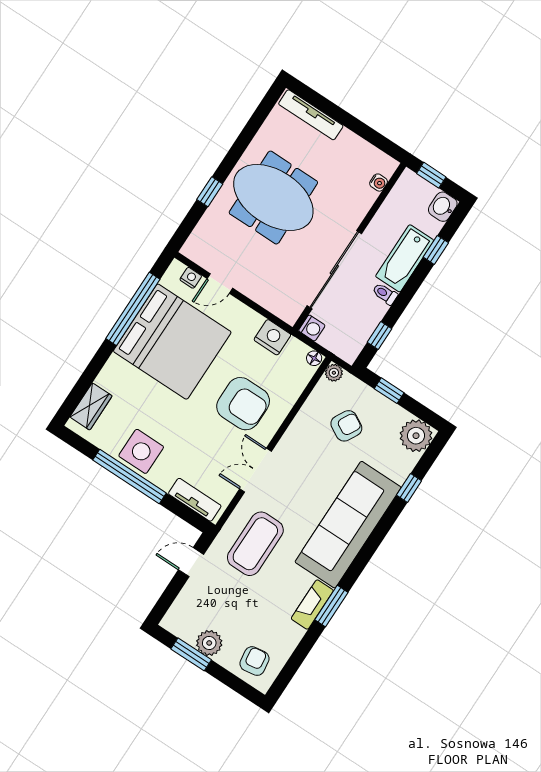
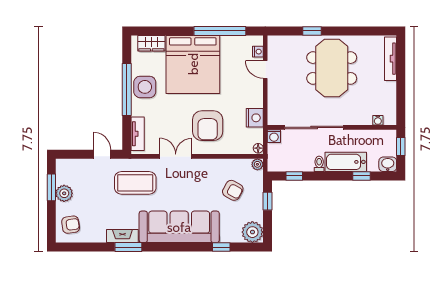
bed: (172, 342) -> (193, 64), moved

